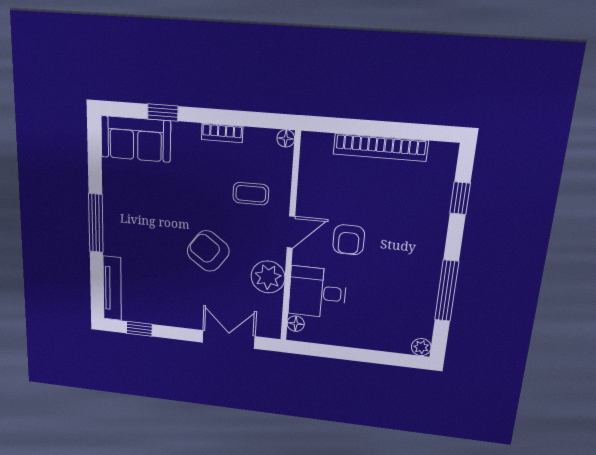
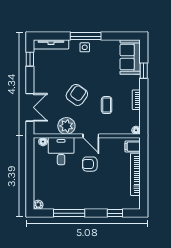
filing cabinet: (320, 148) -> (133, 147), added
coffee table: (251, 194) -> (107, 105), moved
side table: (117, 227) -> (85, 47), added

